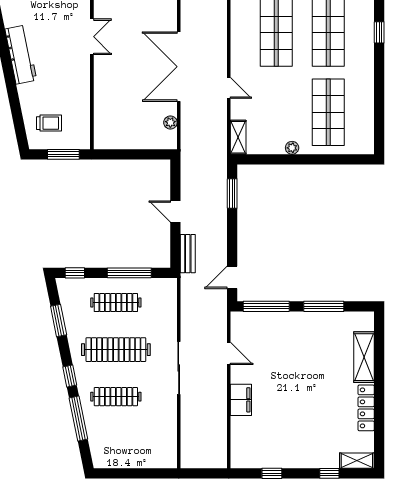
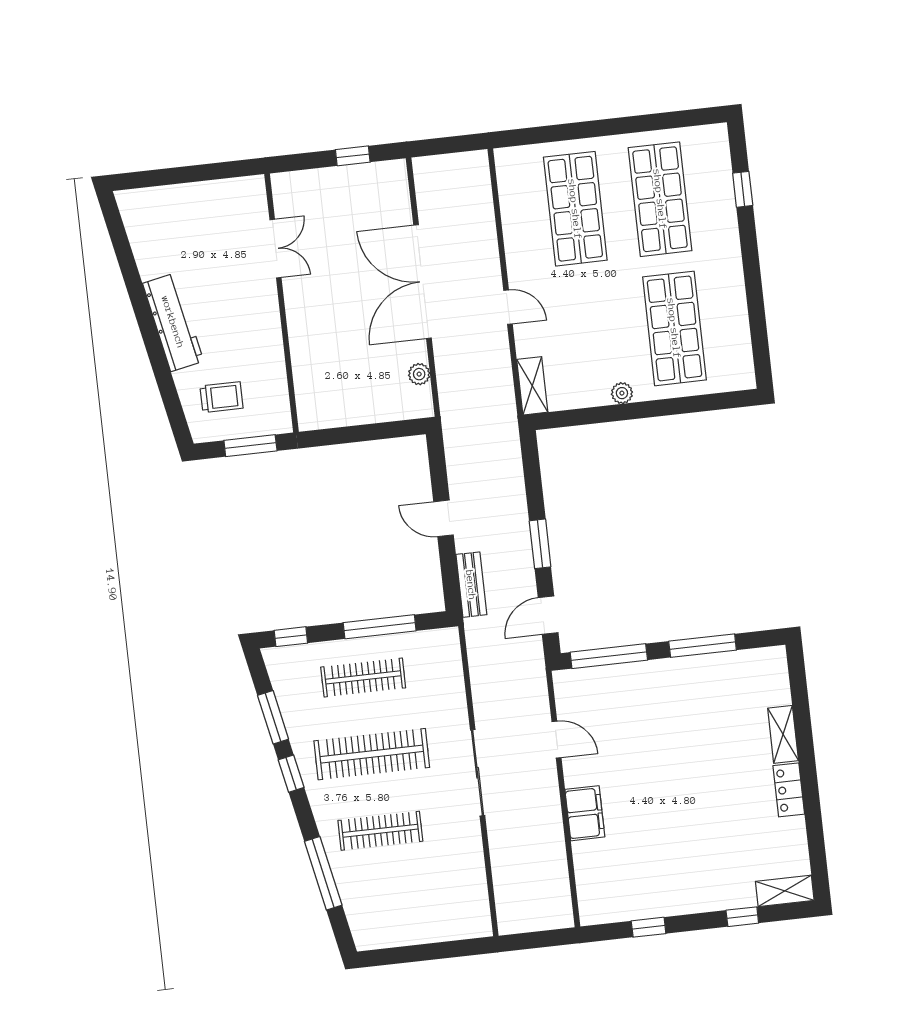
workbench: (21, 55) -> (173, 322), moved
window: (232, 194) -> (540, 544), moved
shelving: (364, 357) -> (783, 734), width x0.67, depth x0.75
window: (70, 376) -> (291, 774), moved
locker: (366, 408) -> (789, 790), width x0.66

